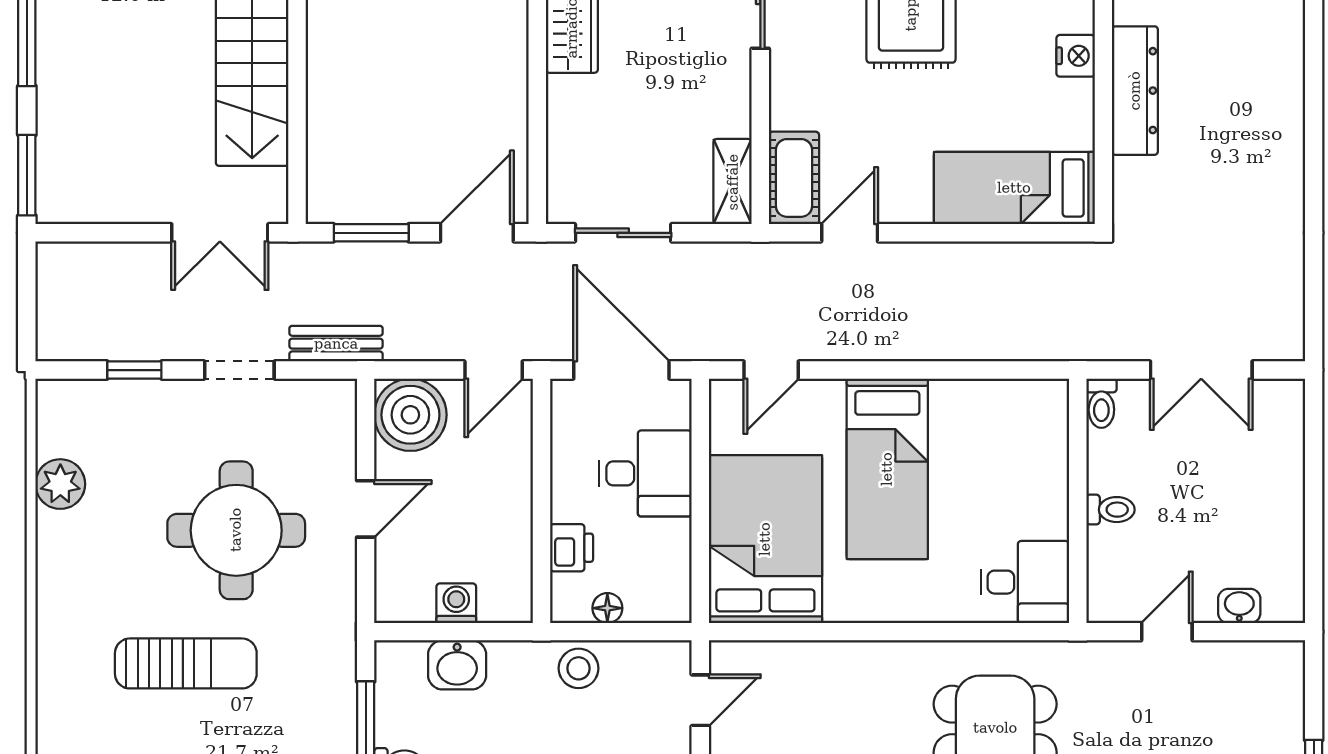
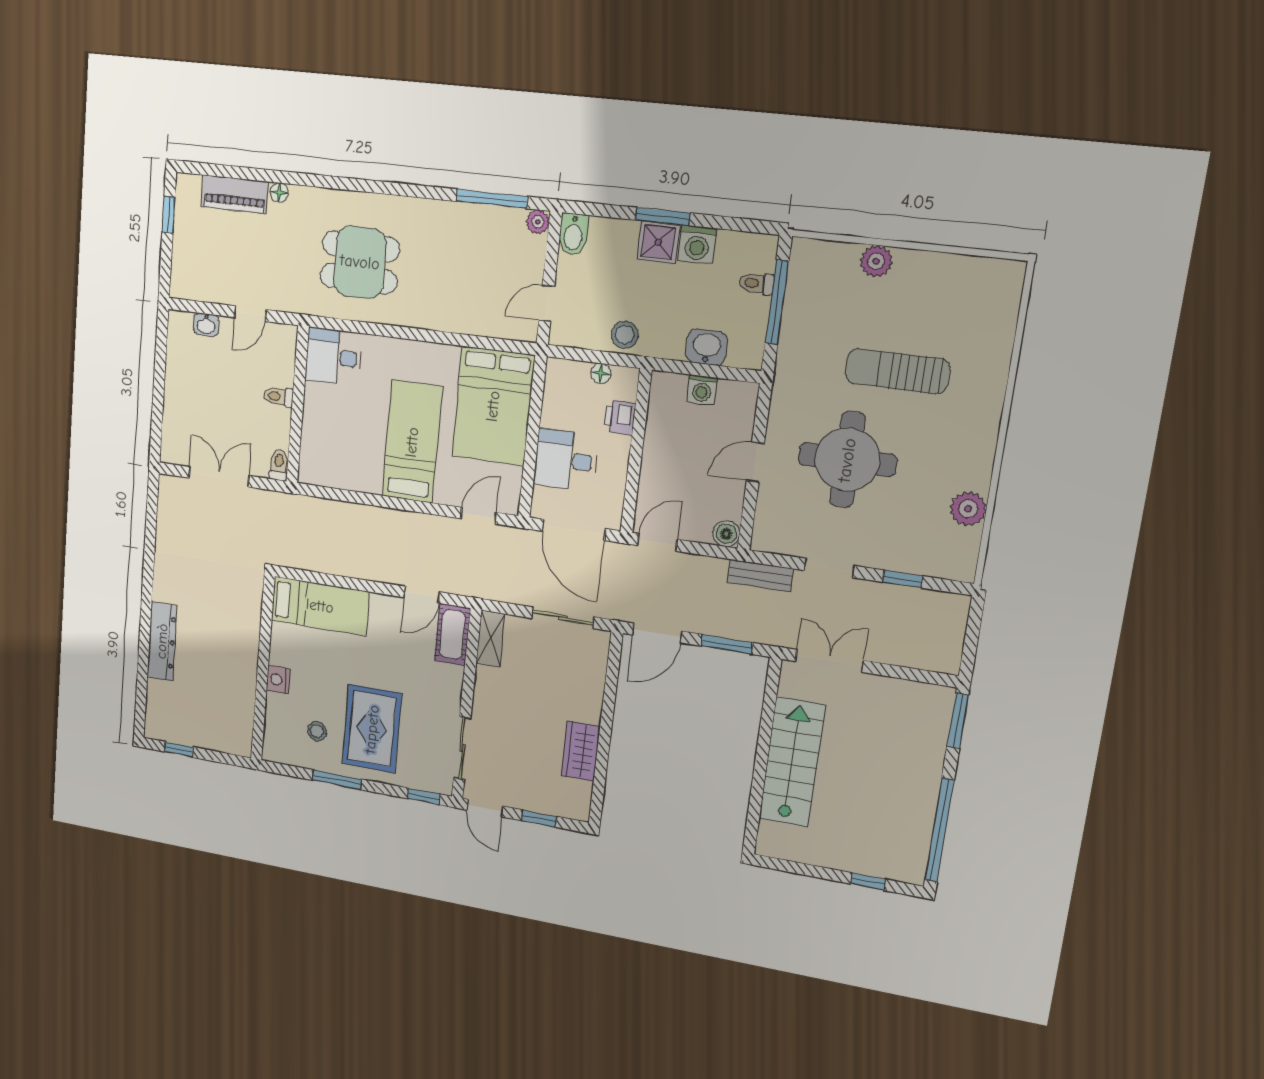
dresser: (1135, 91) -> (162, 641), moved, turned 180
boiler: (410, 415) -> (726, 534), width x0.54, depth x0.54

